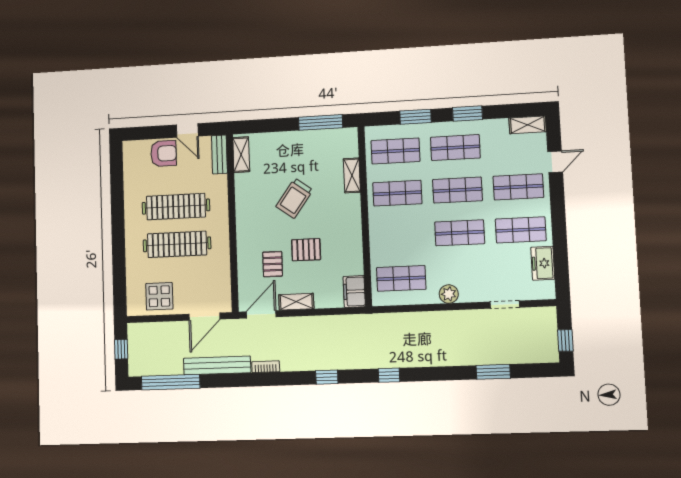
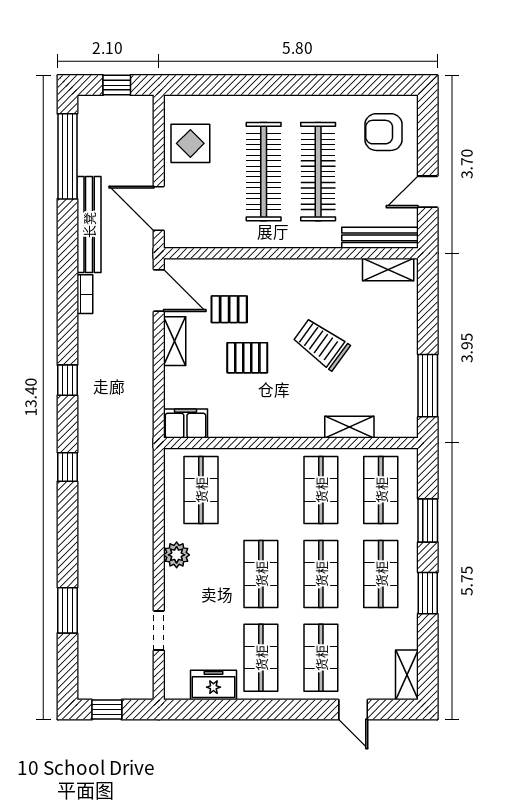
armchair: (163, 153) -> (383, 132), moved, turned 90
bench: (219, 154) -> (380, 238), width x1.36
pallet: (306, 250) -> (247, 358), turned 90

